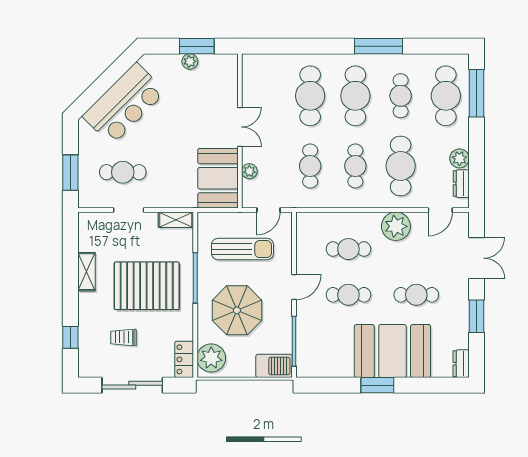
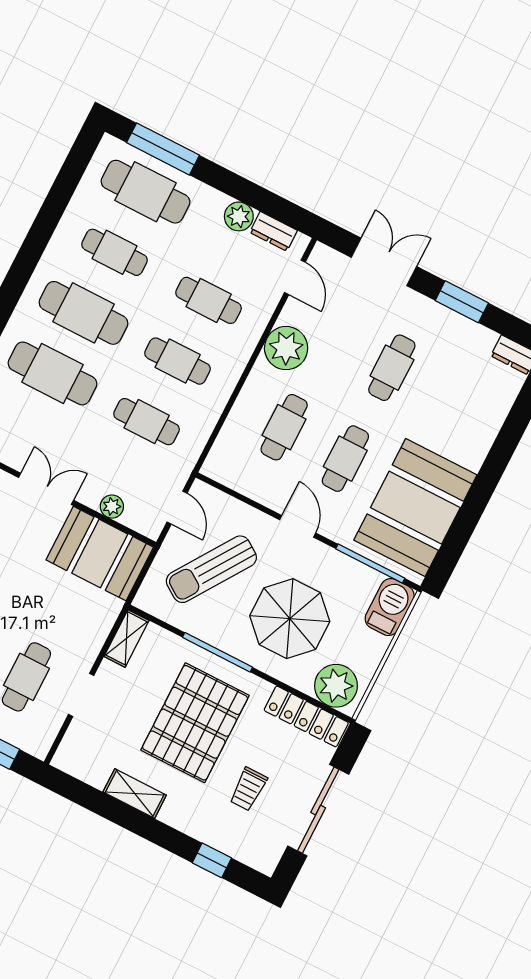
window: (379, 46) -> (33, 248), removed
cafe table: (401, 166) -> (209, 300), width x0.73, depth x0.74
sun lounger: (242, 249) -> (211, 569), turned -146
booth: (392, 351) -> (415, 508), moved
locker: (184, 359) -> (306, 716), width x1.53
window: (377, 385) -> (486, 482), removed

